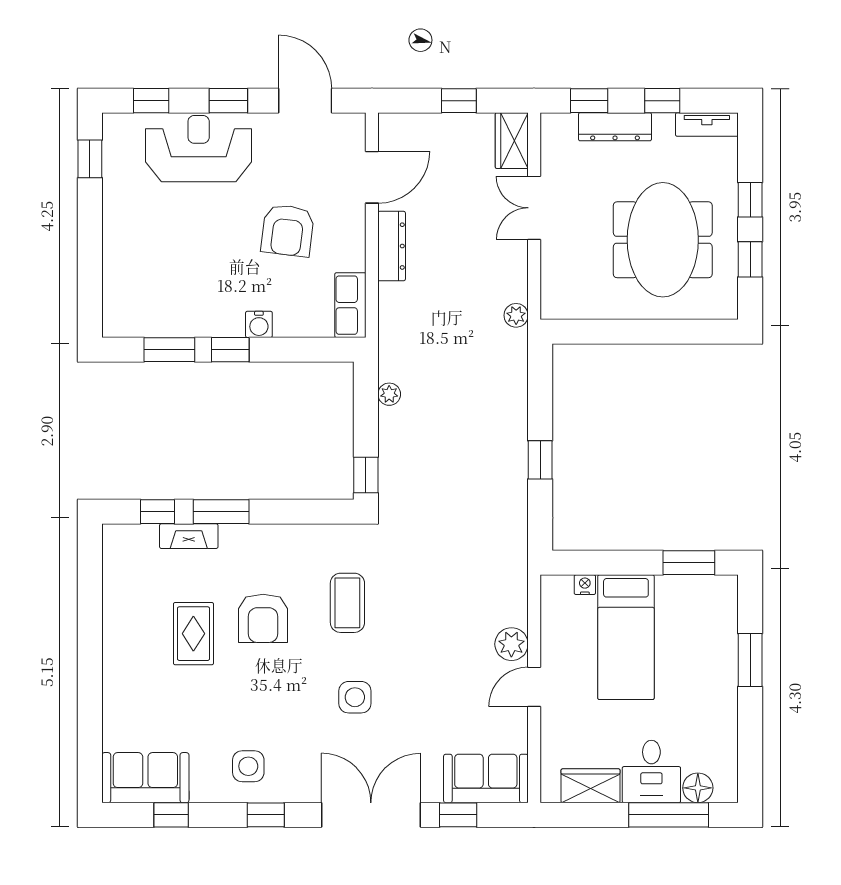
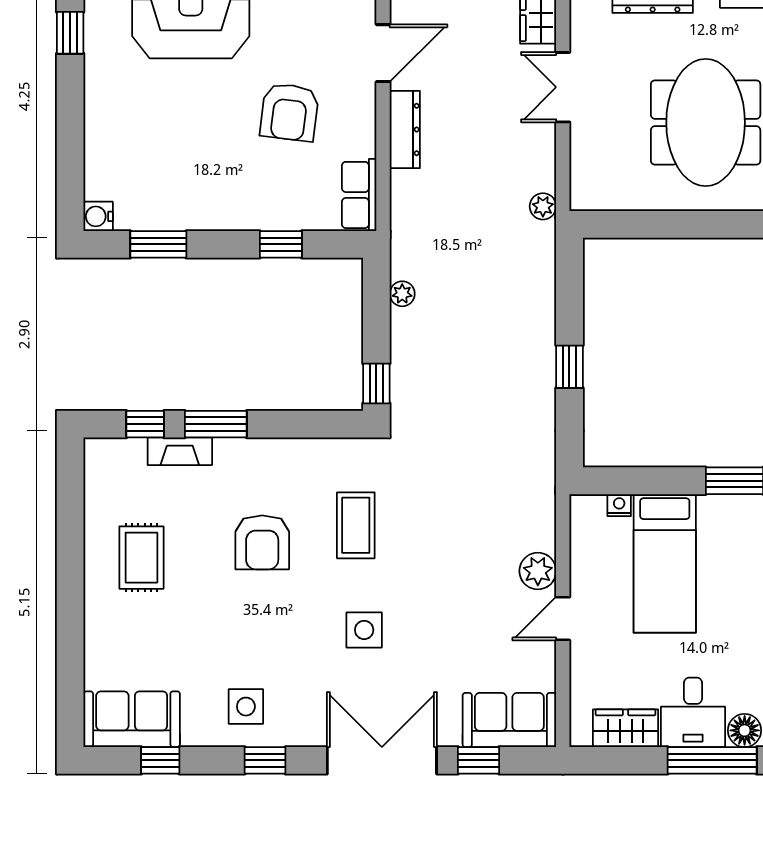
water cooler: (259, 324) -> (98, 216), moved, turned 90
window: (230, 350) -> (281, 244), moved
rug: (193, 634) -> (141, 558), moved

